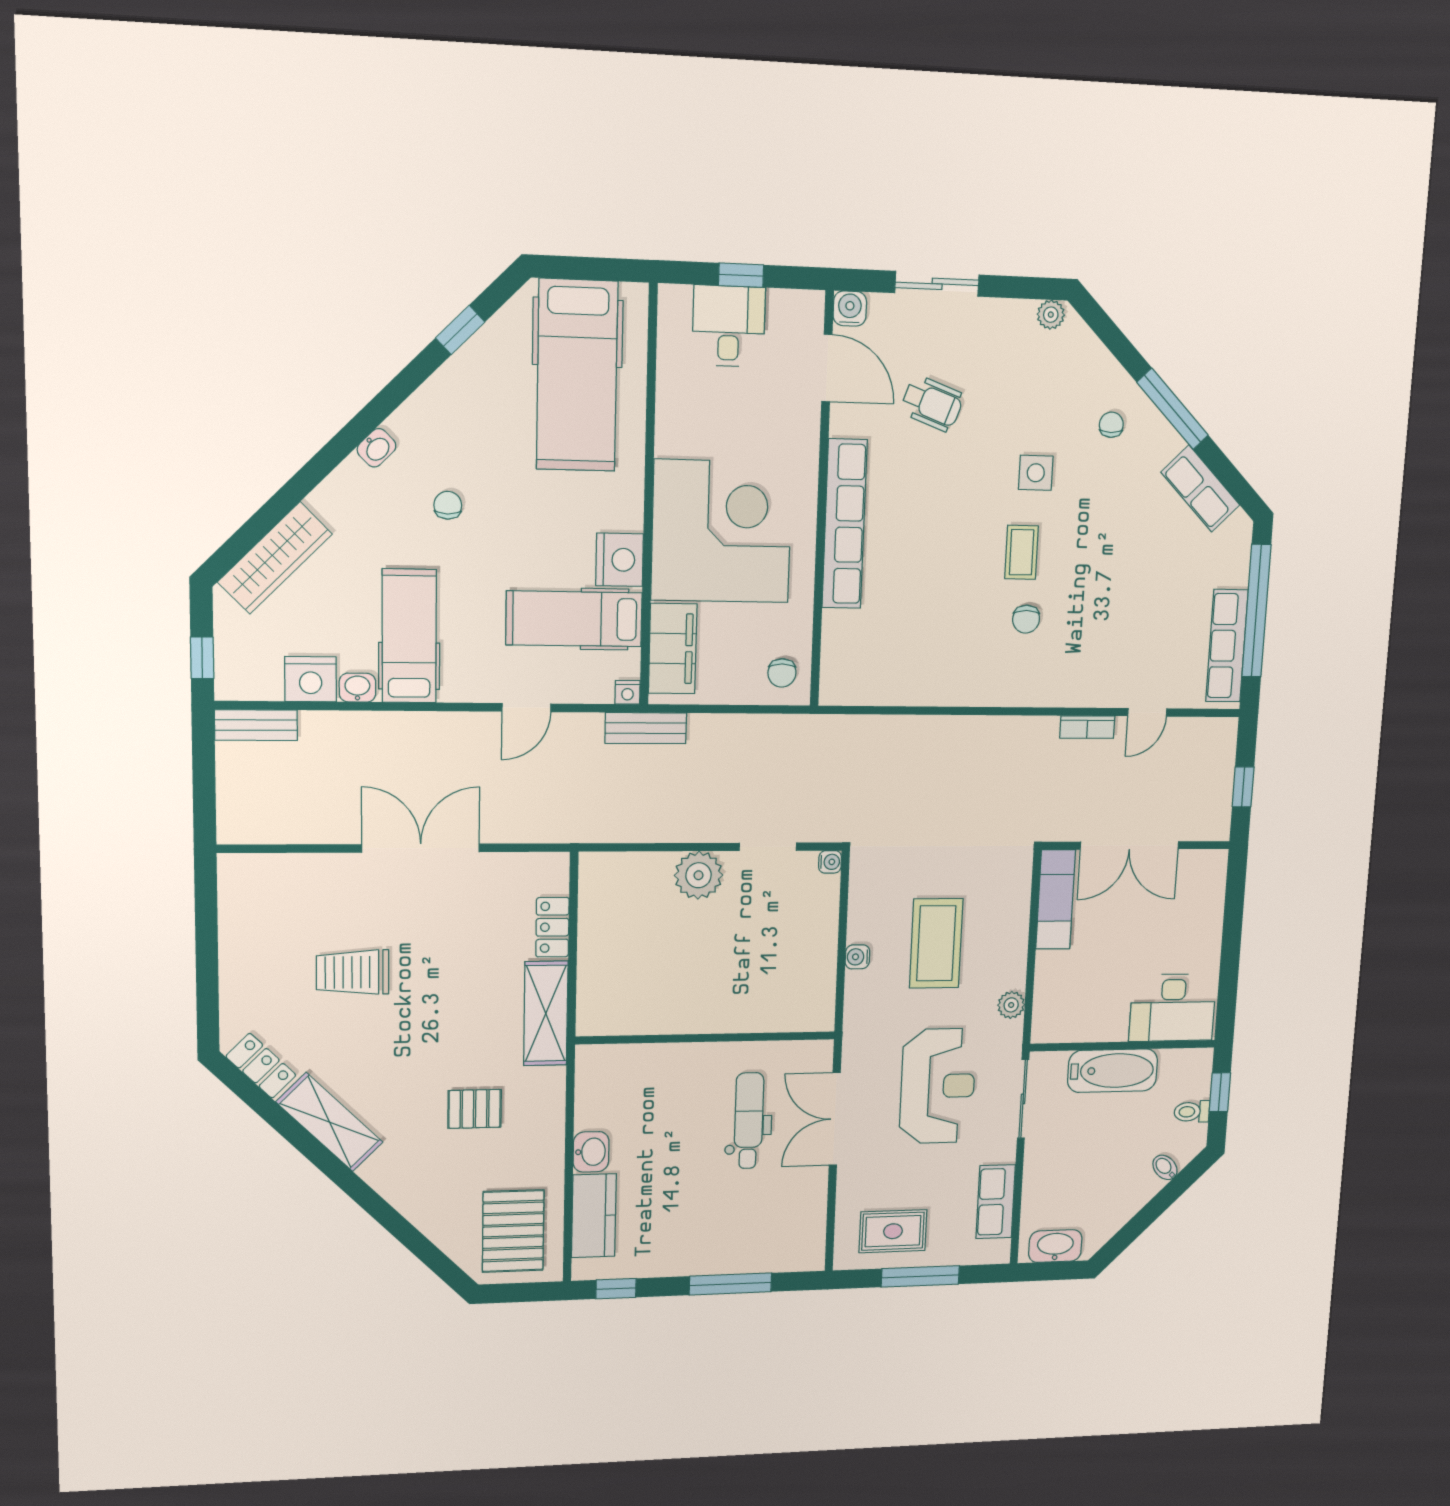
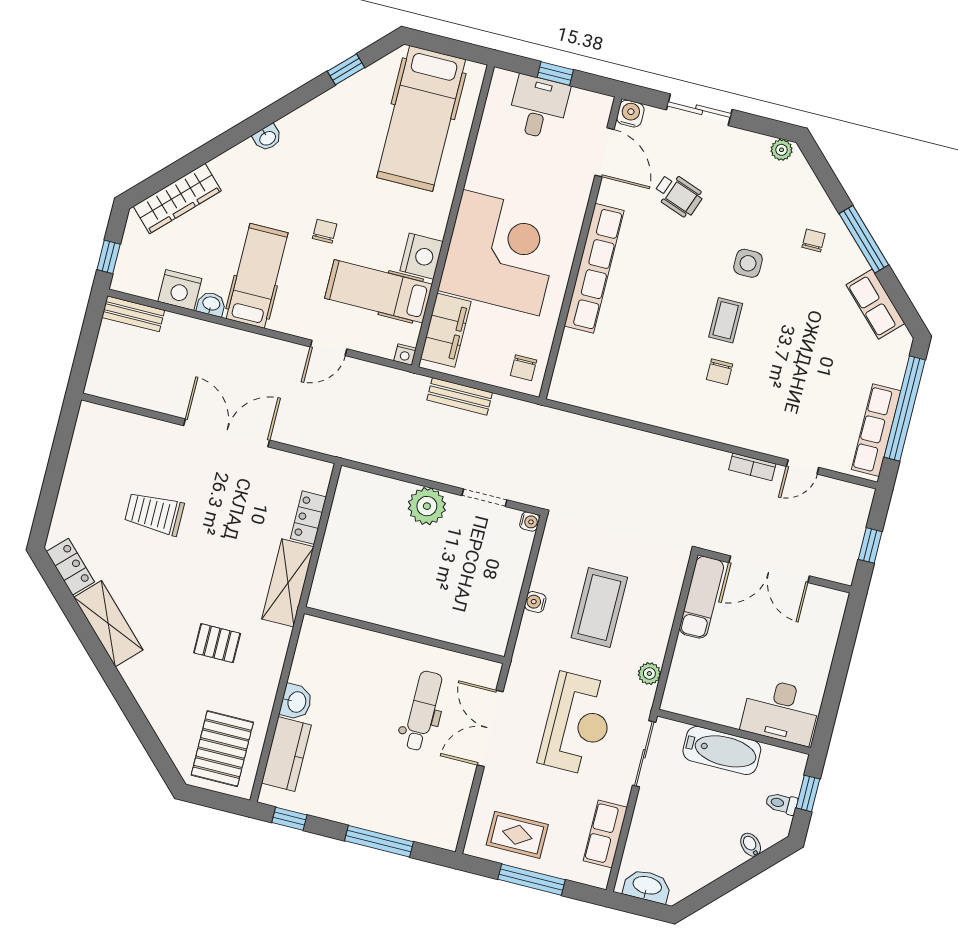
chair: (448, 505) -> (325, 231), moved
bench: (646, 728) -> (460, 396), moved

